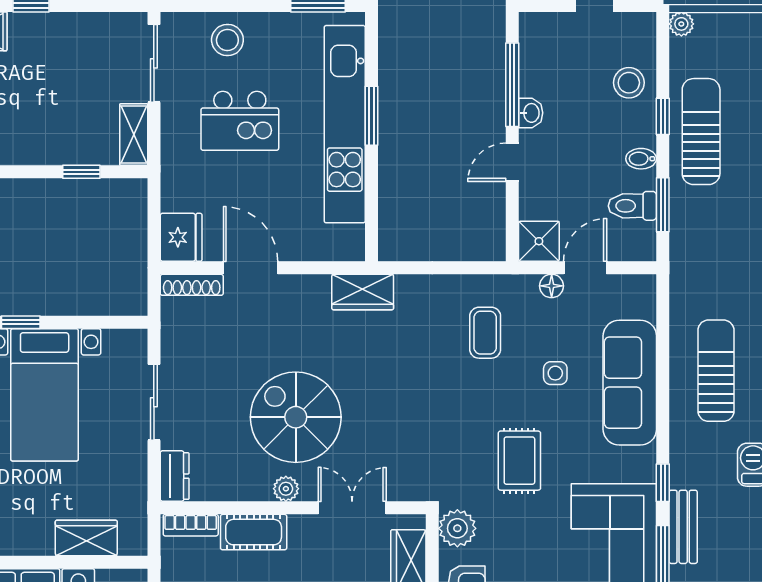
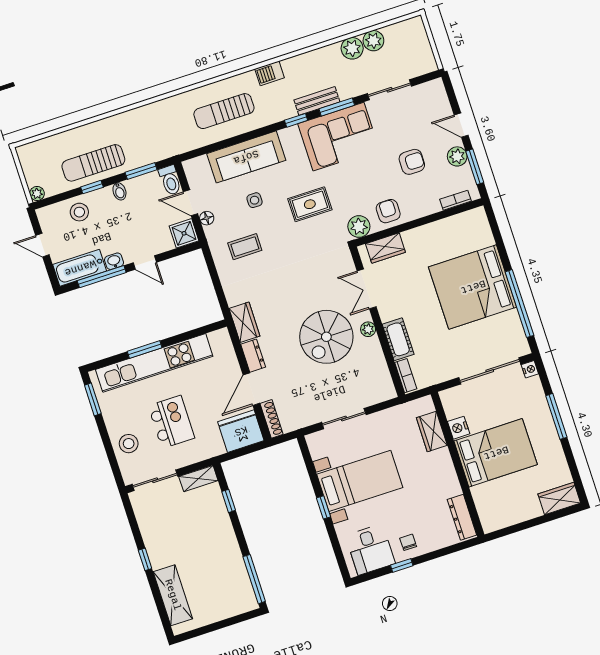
bathtub: (538, 54) -> (80, 268), added
toilet: (632, 206) -> (170, 180), moved
fridge: (181, 237) -> (241, 431), width x1.36, depth x1.34
dresser: (175, 476) -> (253, 356), moved, turned 90

